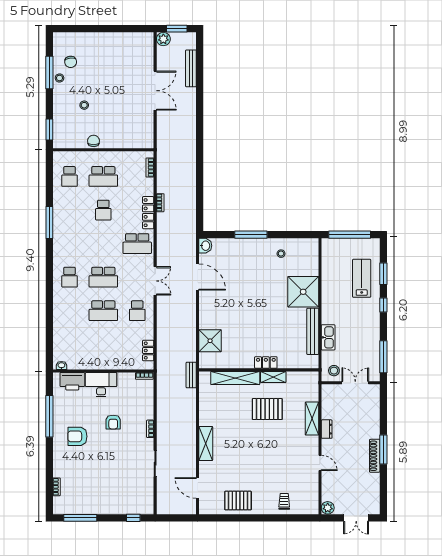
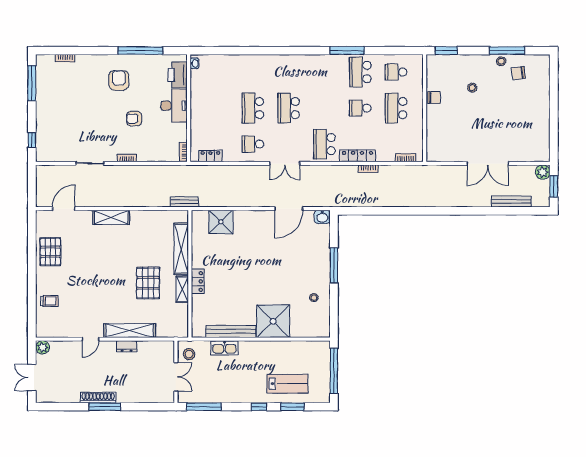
school desk: (70, 277) -> (360, 72), moved, width x1.85
shelving: (312, 419) -> (130, 331), width x1.47

